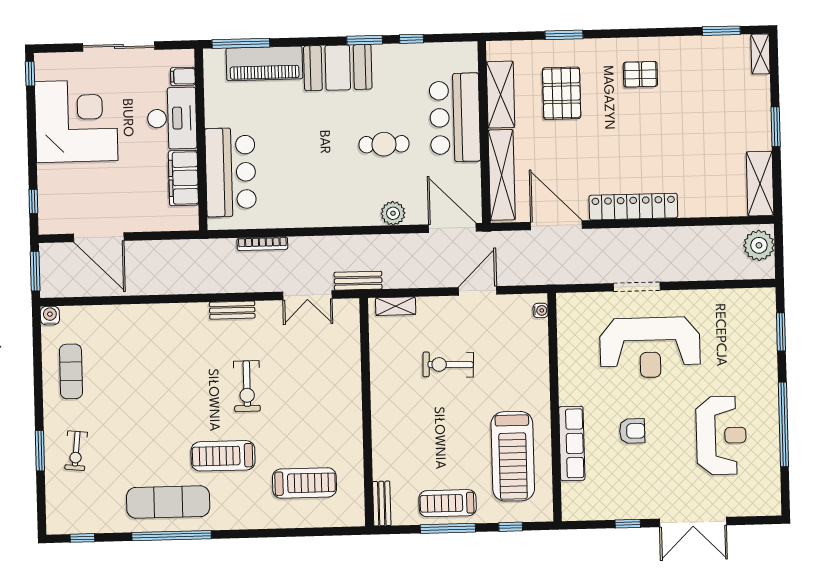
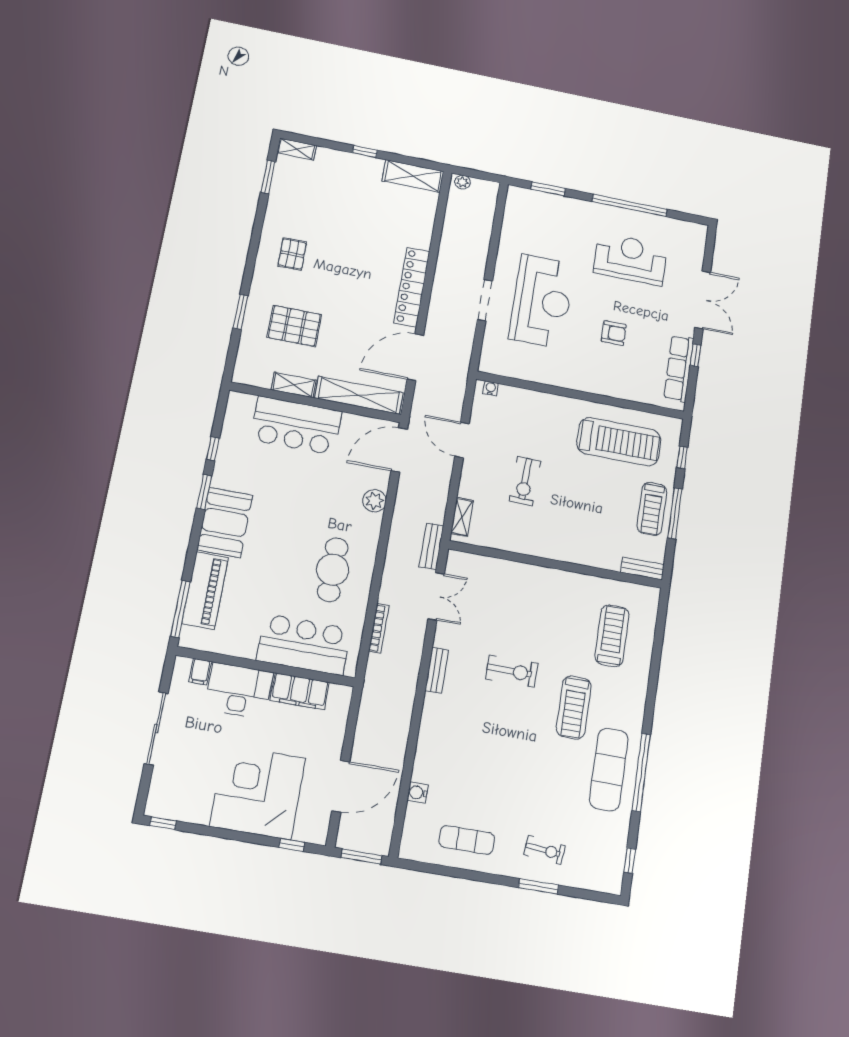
shelving: (501, 95) -> (294, 385), width x0.67, depth x0.75
corner desk: (76, 121) -> (258, 792), moved
window: (776, 127) -> (365, 151), width x0.67
cafe table: (384, 144) -> (333, 570), moved, width x1.37, depth x1.35
plant: (759, 245) -> (463, 182), width x0.53, depth x0.53
water cooler: (50, 316) -> (418, 793), moved
armchair: (632, 431) -> (614, 333), turned 90
row of seats: (572, 443) -> (679, 368), moved, turned -90

